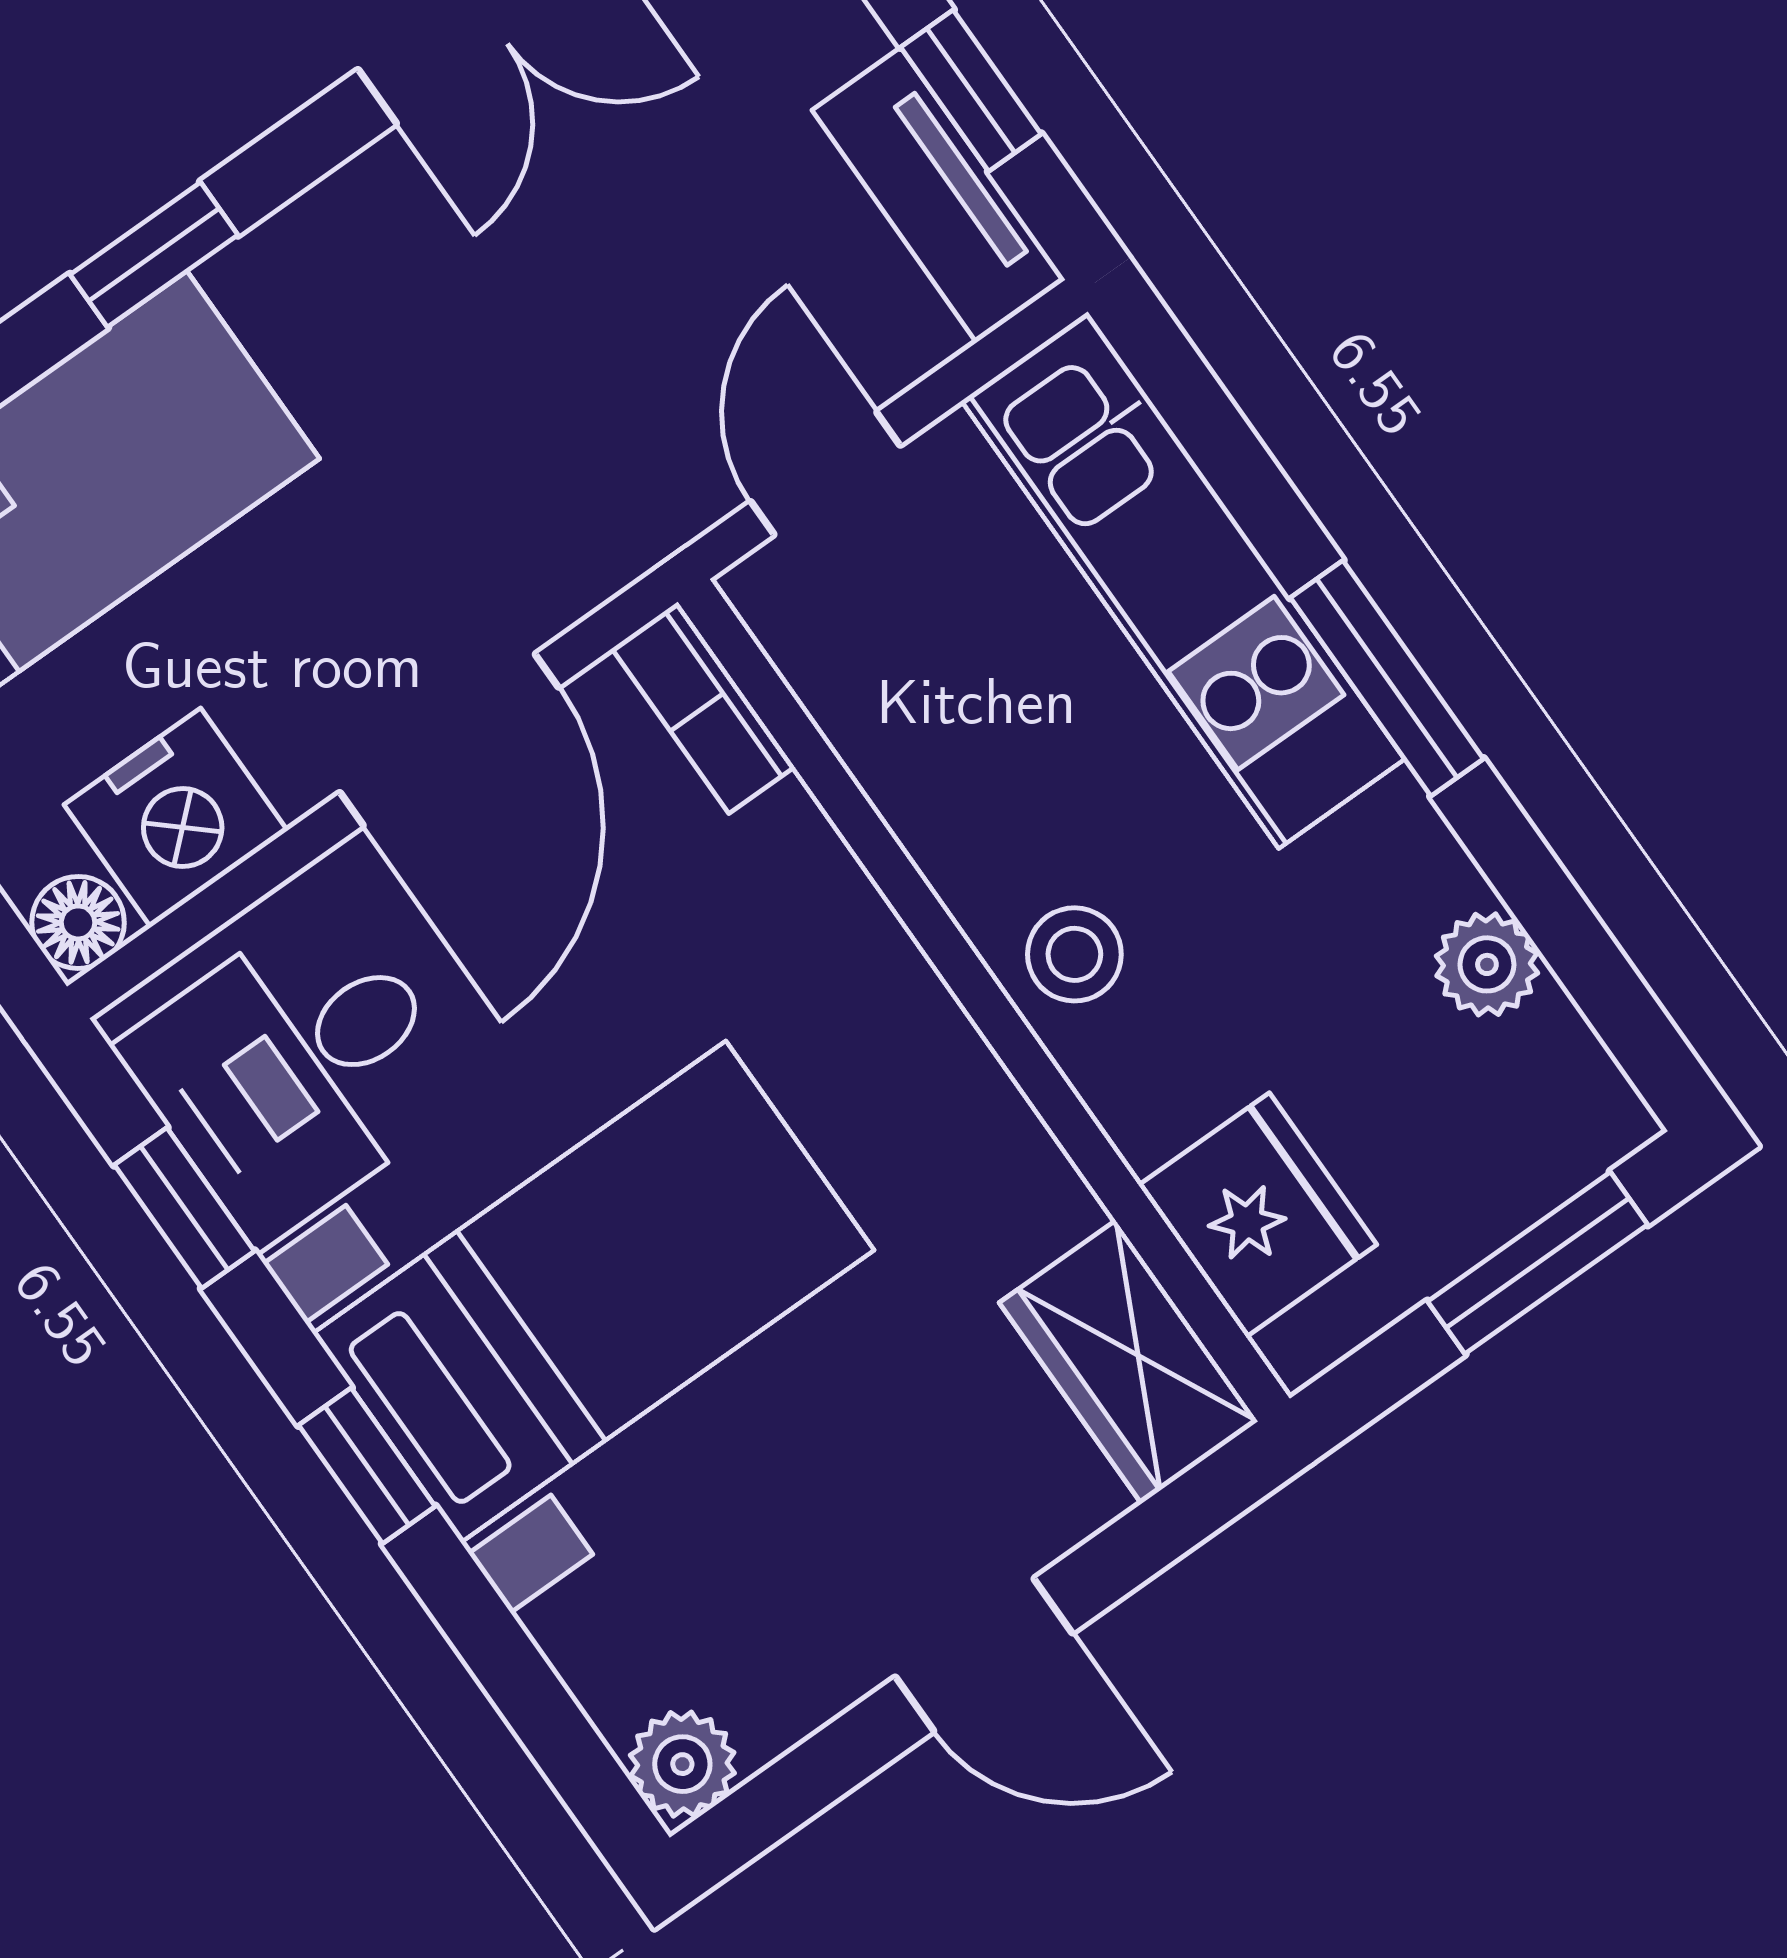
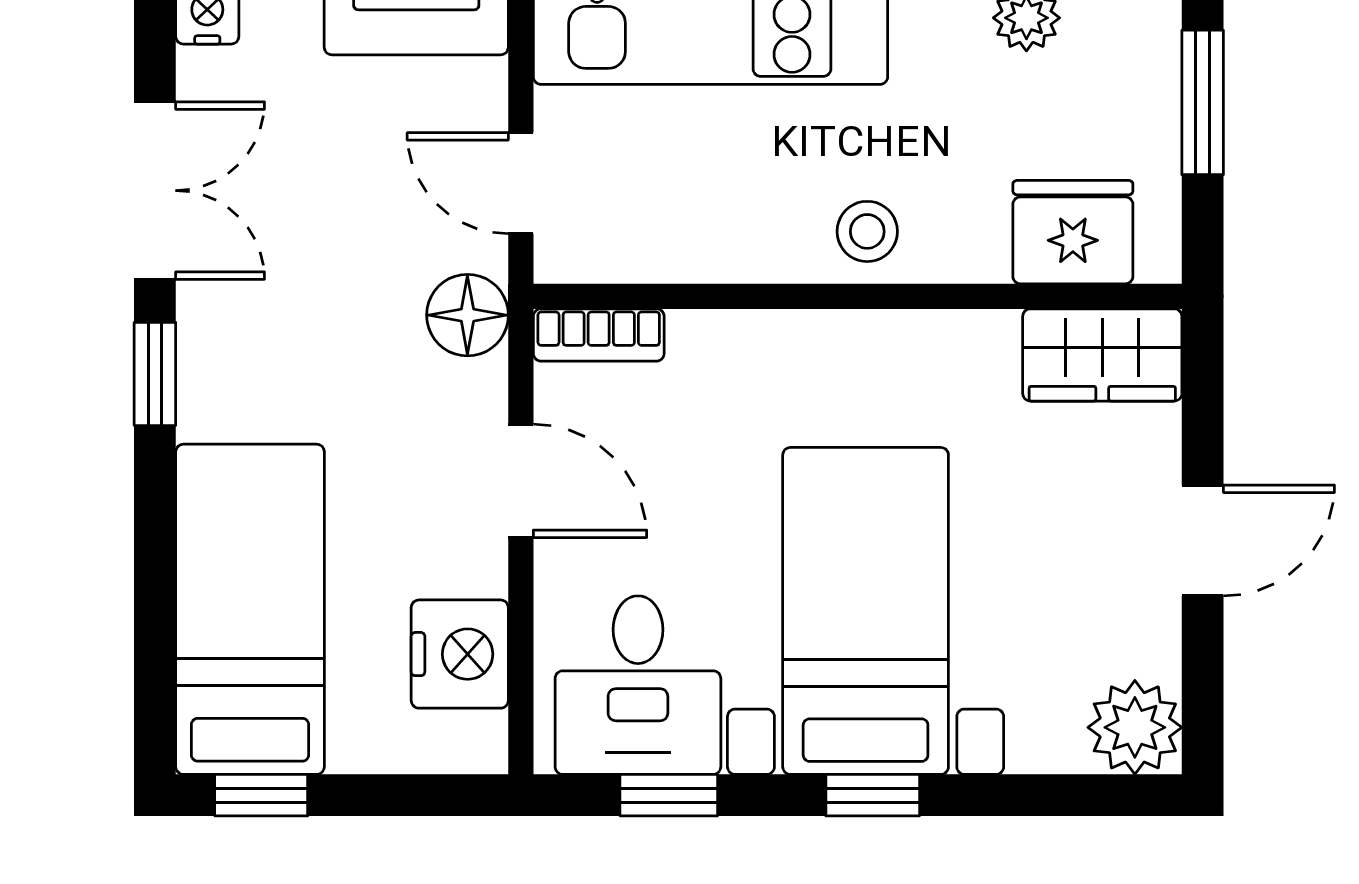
window: (154, 255) -> (155, 374), moved
door: (449, 740) -> (521, 481), width x0.73
floor lamp: (78, 922) -> (467, 315), moved, width x1.37, depth x1.37
plant: (682, 1764) -> (1135, 727), width x1.38, depth x1.38

